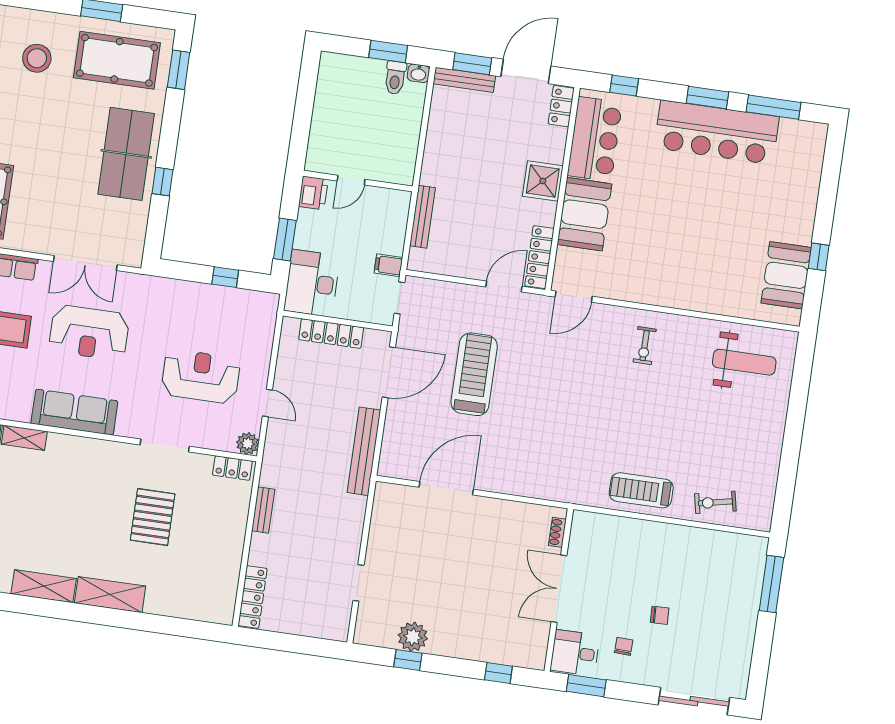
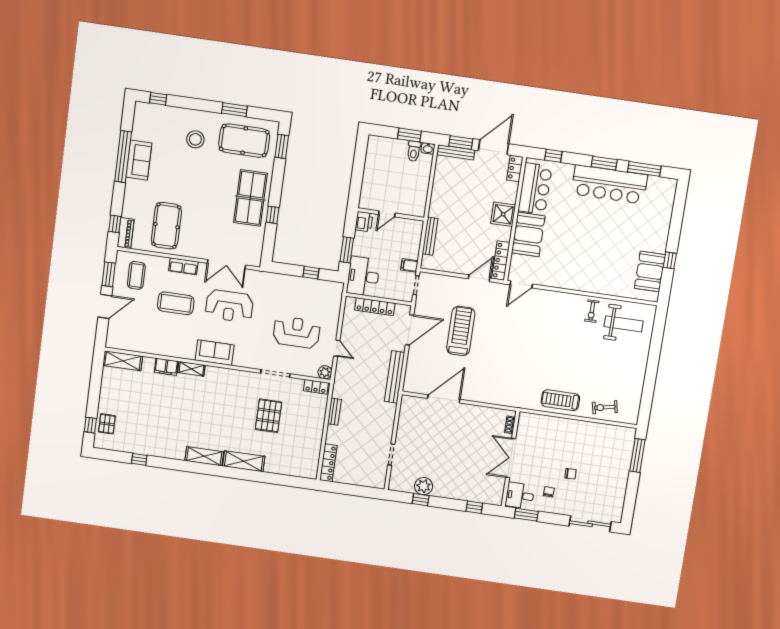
exercise bike: (645, 346) -> (592, 311), moved
sofa: (74, 412) -> (215, 353), width x0.73

